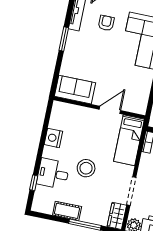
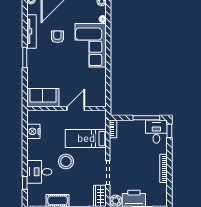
nightstand: (53, 138) -> (33, 131), moved
bed: (129, 140) -> (86, 139), moved, turned 90

